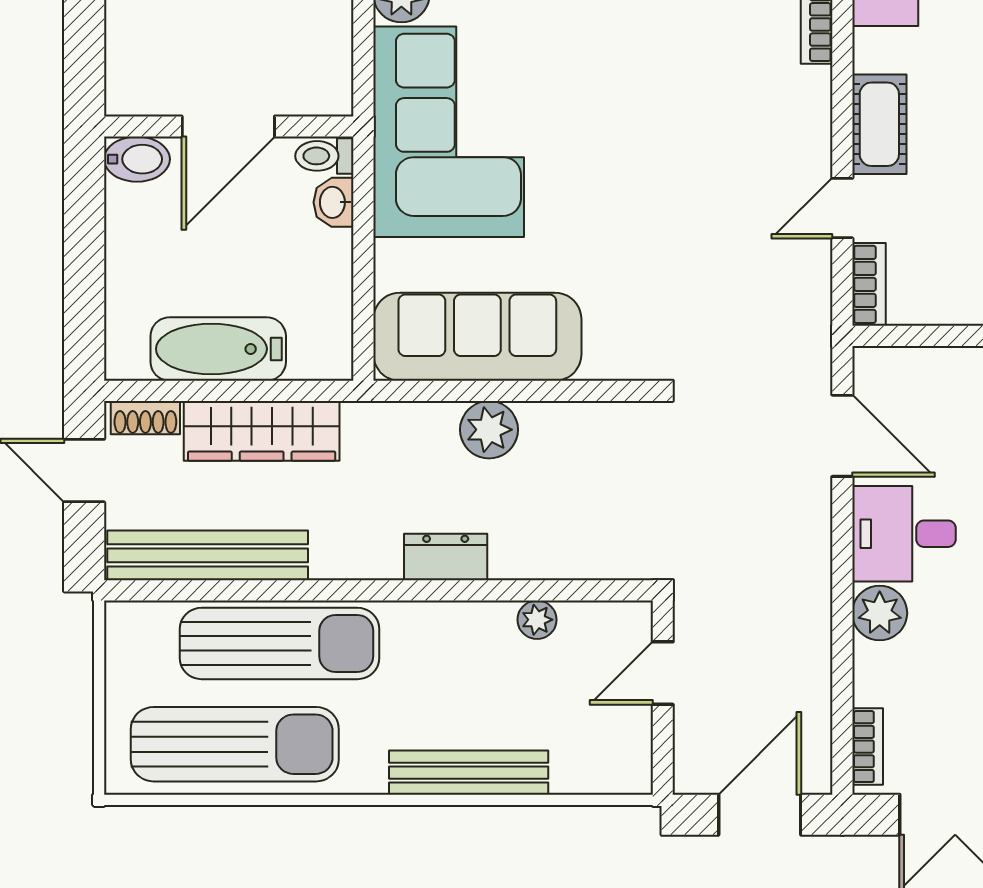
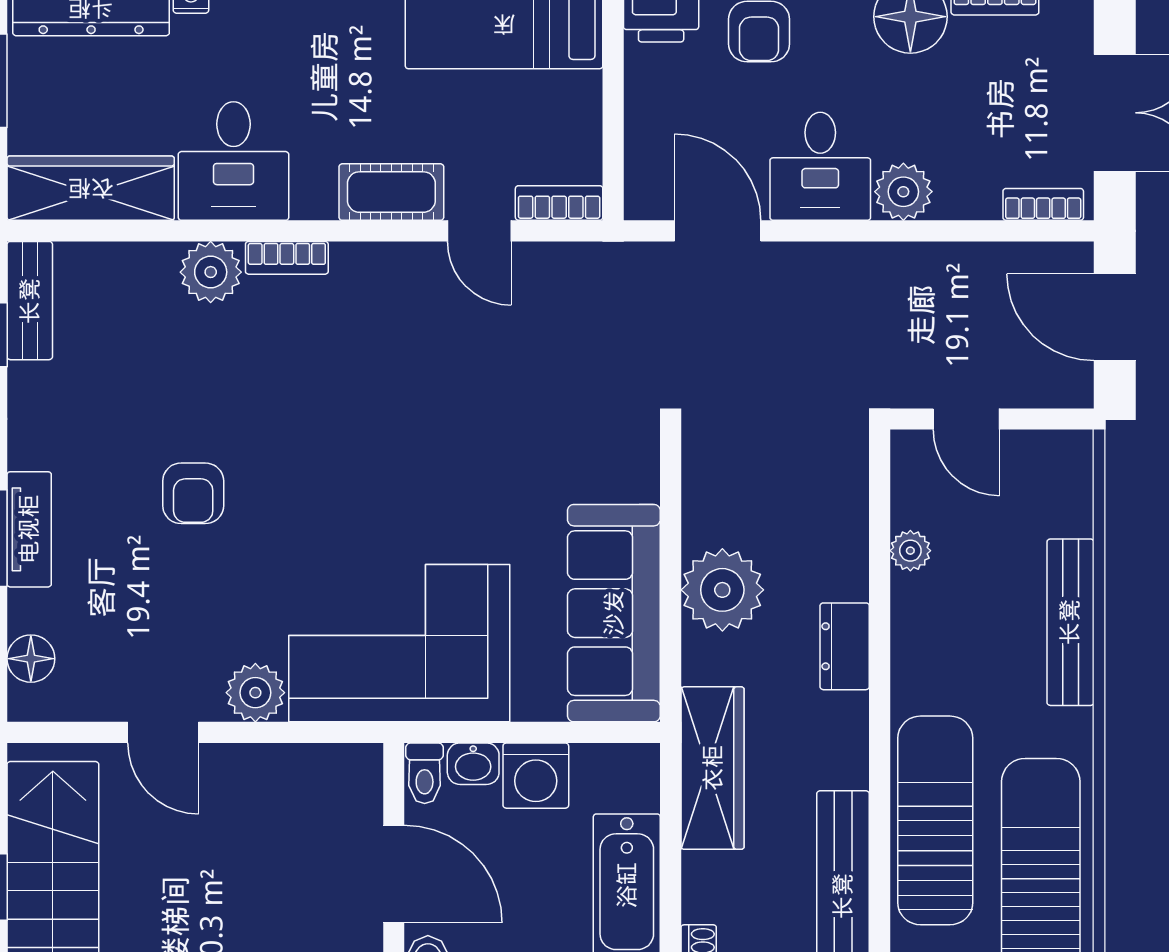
washing machine: (322, 262) -> (536, 776), added
plant: (489, 430) -> (722, 590), width x1.36, depth x1.36
wardrobe: (262, 431) -> (713, 768), moved
door: (842, 436) -> (718, 231), hinge flipped

